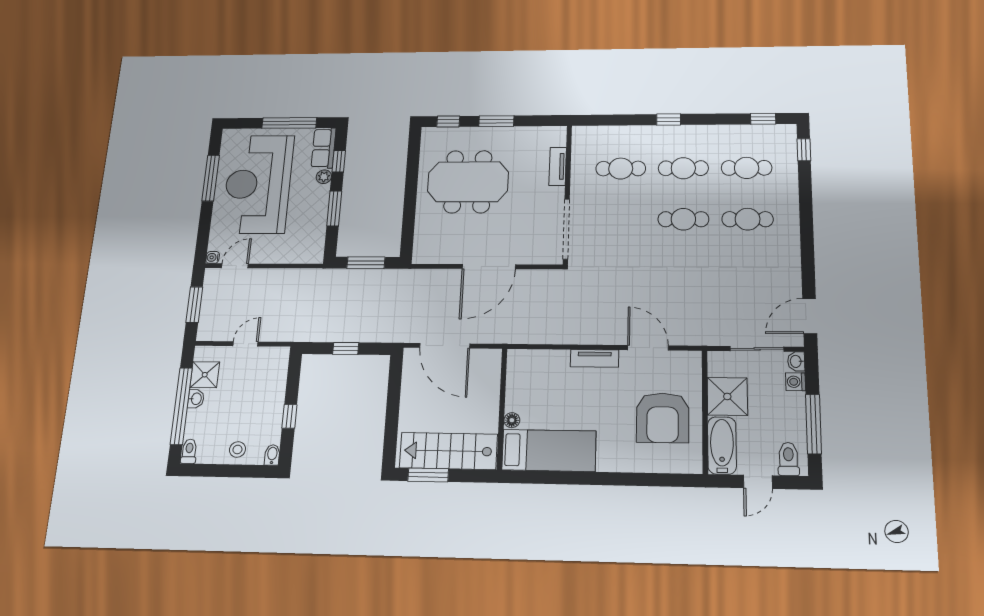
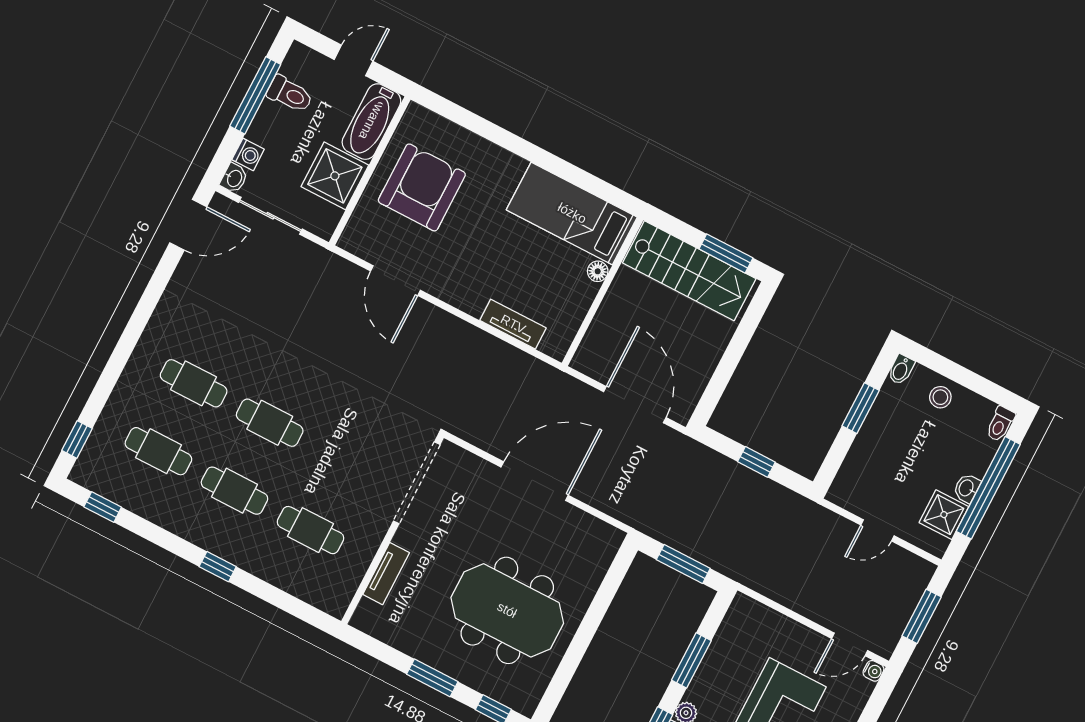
tv unit: (595, 358) -> (513, 324), moved
window: (290, 416) -> (861, 408), width x1.50
toilet: (788, 459) -> (290, 94), moved, turned -90

